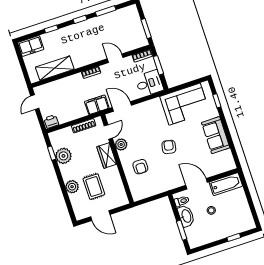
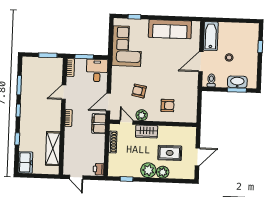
sofa: (216, 135) -> (170, 29), width x1.36
armchair: (169, 147) -> (139, 91), moved
plant: (63, 156) -> (148, 170), moved
washbasin: (186, 216) -> (237, 82), moved

